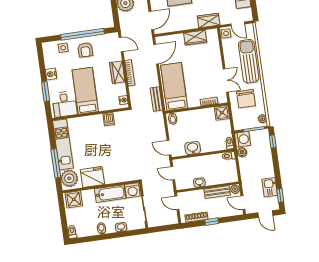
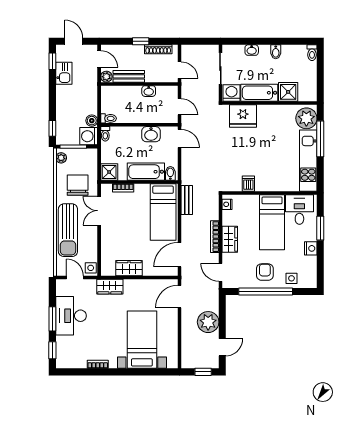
bathtub: (192, 117) -> (146, 172), added
fridge: (92, 177) -> (243, 116), moved
shower: (74, 199) -> (288, 92), moved

